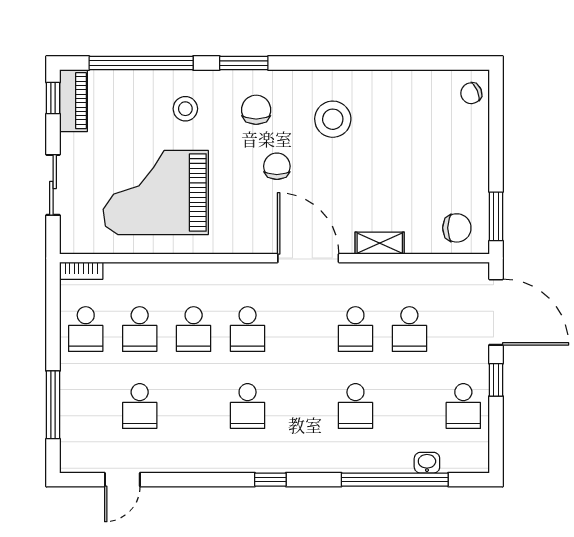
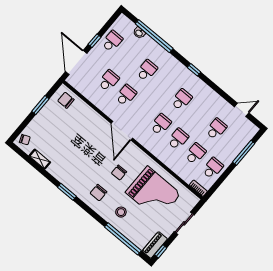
window: (244, 63) -> (67, 192), moved
stool: (333, 119) -> (76, 169), removed
chair: (277, 166) -> (119, 172), moved
window: (496, 216) -> (40, 105), moved
shelving: (380, 243) -> (40, 159), moved

